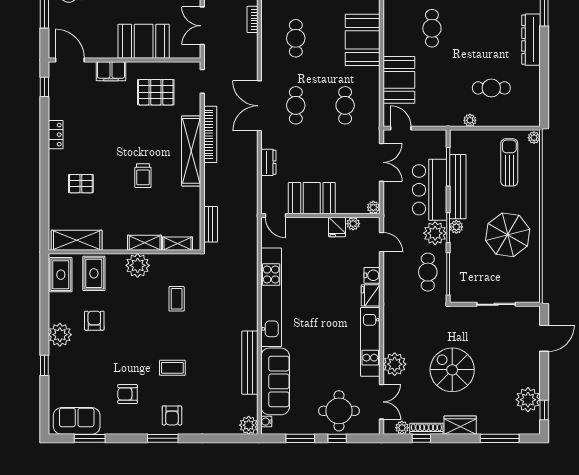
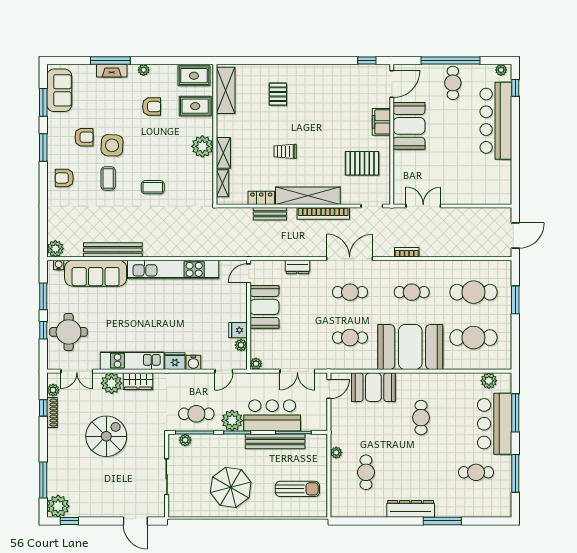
bookcase: (252, 19) -> (407, 252), moved
cafe table: (432, 28) -> (421, 418), turned 90
booth: (363, 40) -> (410, 347), width x1.36, depth x1.42
booth: (144, 41) -> (409, 126), moved
pallet: (156, 92) -> (362, 163), turned 90
locker: (56, 135) -> (261, 198), moved, turned 180
plant: (534, 138) -> (320, 512), removed
bench: (211, 224) -> (270, 214), moved
plant: (456, 227) -> (185, 440), moved
coffee table: (177, 299) -> (153, 187), moved
plant: (60, 335) -> (144, 70), width x0.53, depth x0.53
fireplace: (55, 364) -> (112, 71), added
side table: (136, 364) -> (112, 145), added
window: (44, 365) -> (110, 61), width x2.17
armchair: (128, 394) -> (84, 137), turned 90
plant: (528, 400) -> (58, 506), moved
wardrobe: (460, 425) -> (138, 381), moved, turned 90
window: (163, 438) -> (43, 148), moved

